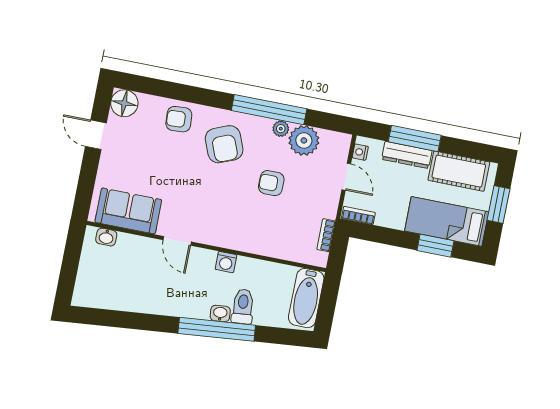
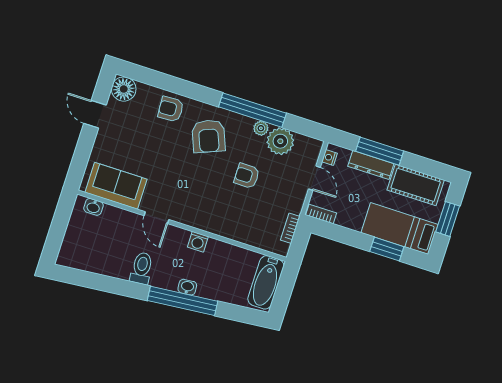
toilet: (243, 306) -> (142, 268), moved

